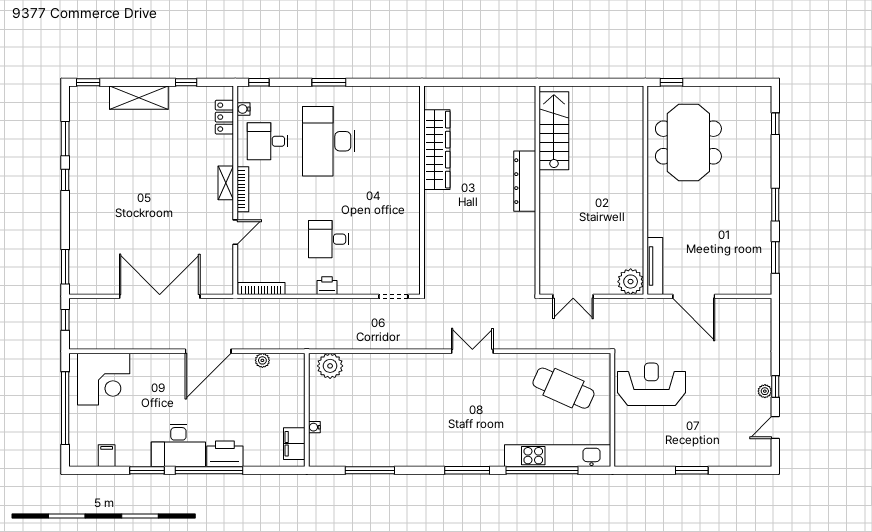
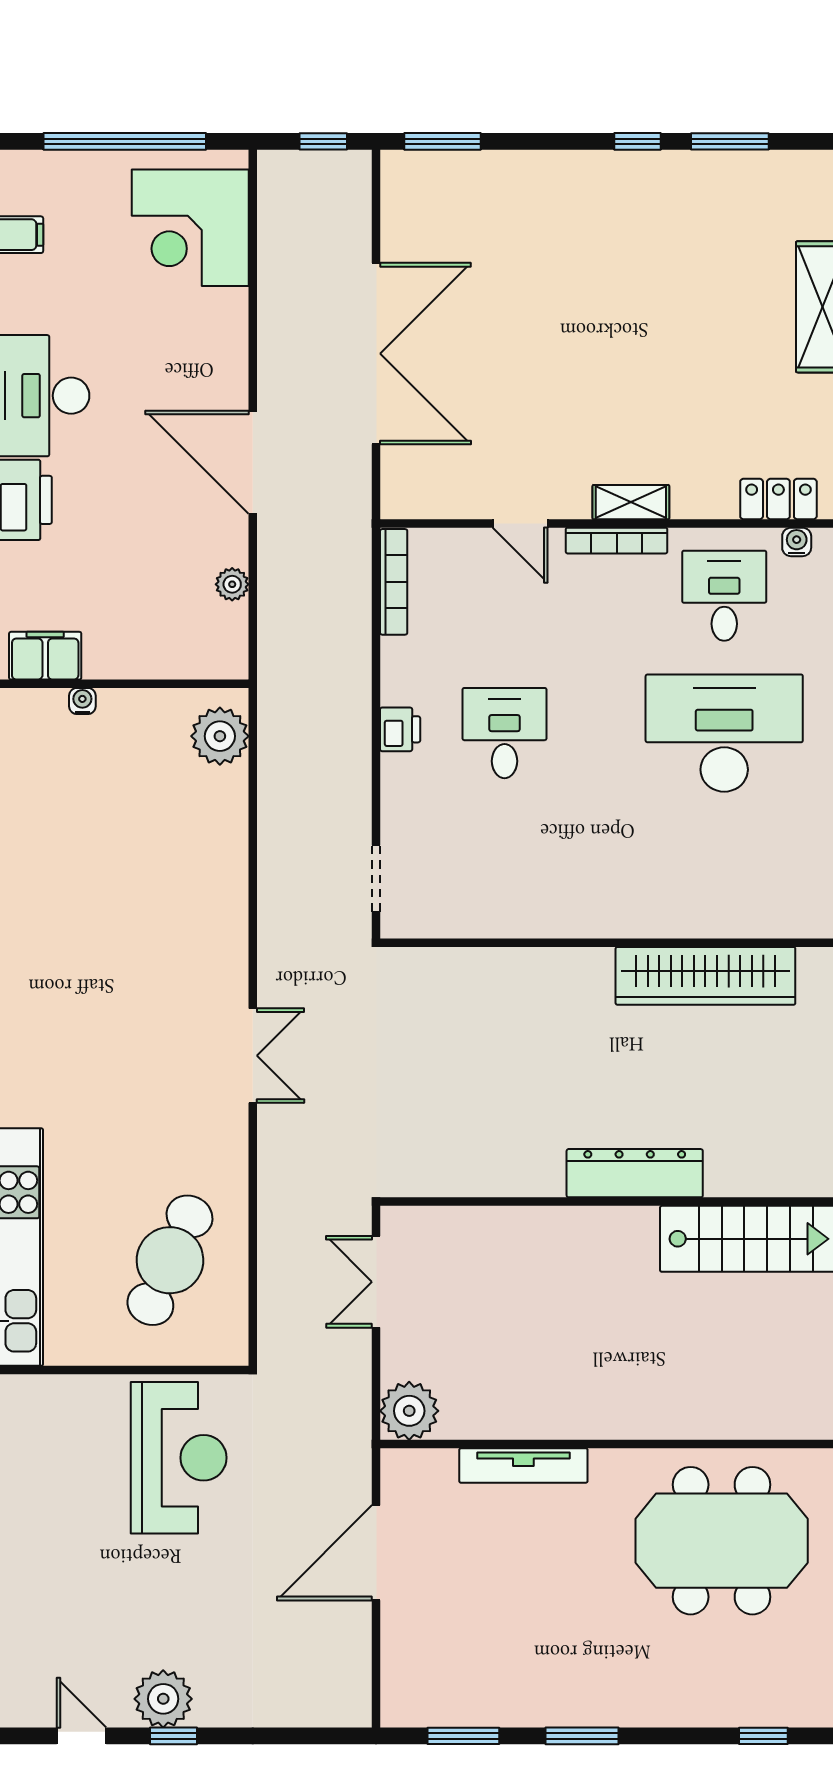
tv unit: (655, 266) -> (523, 1465), moved
plant: (765, 391) -> (163, 1699), width x1.87, depth x1.87

